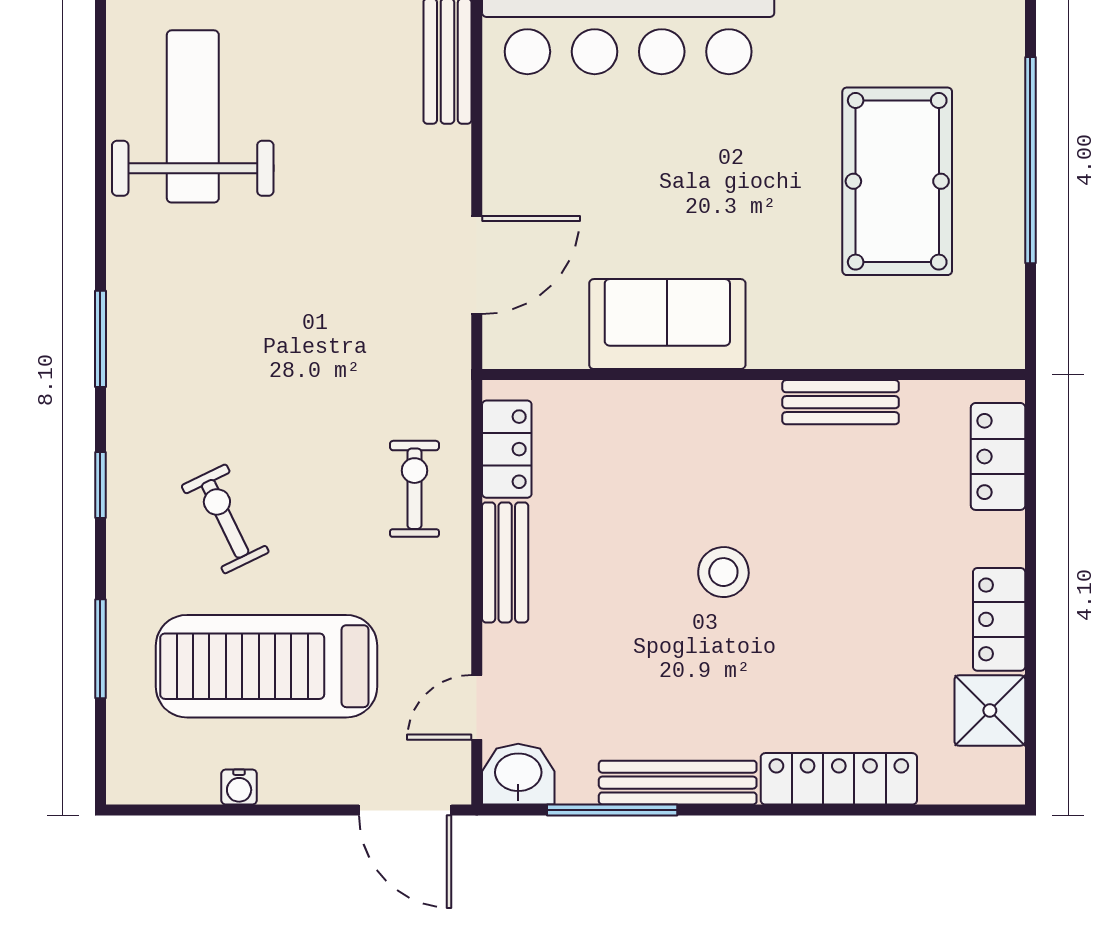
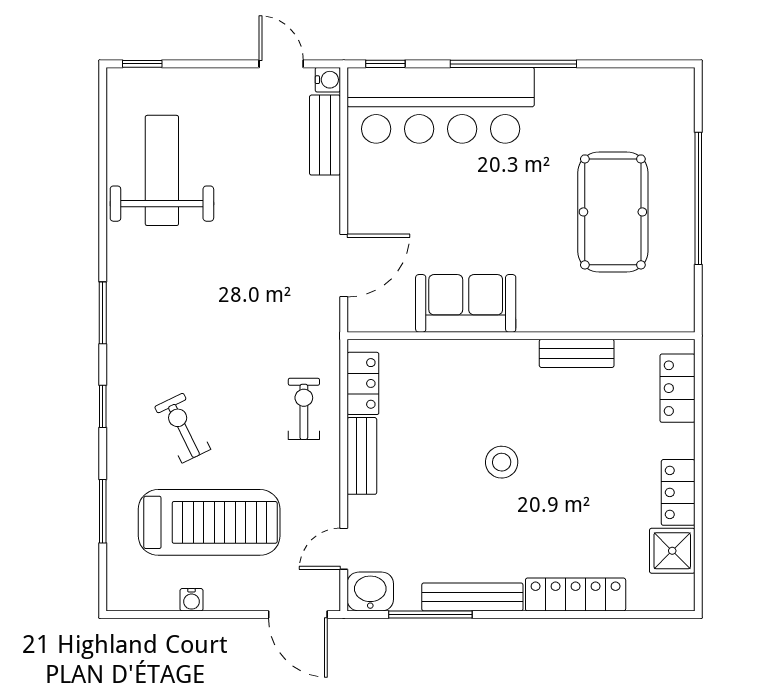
treadmill: (267, 666) -> (209, 522), turned 180

